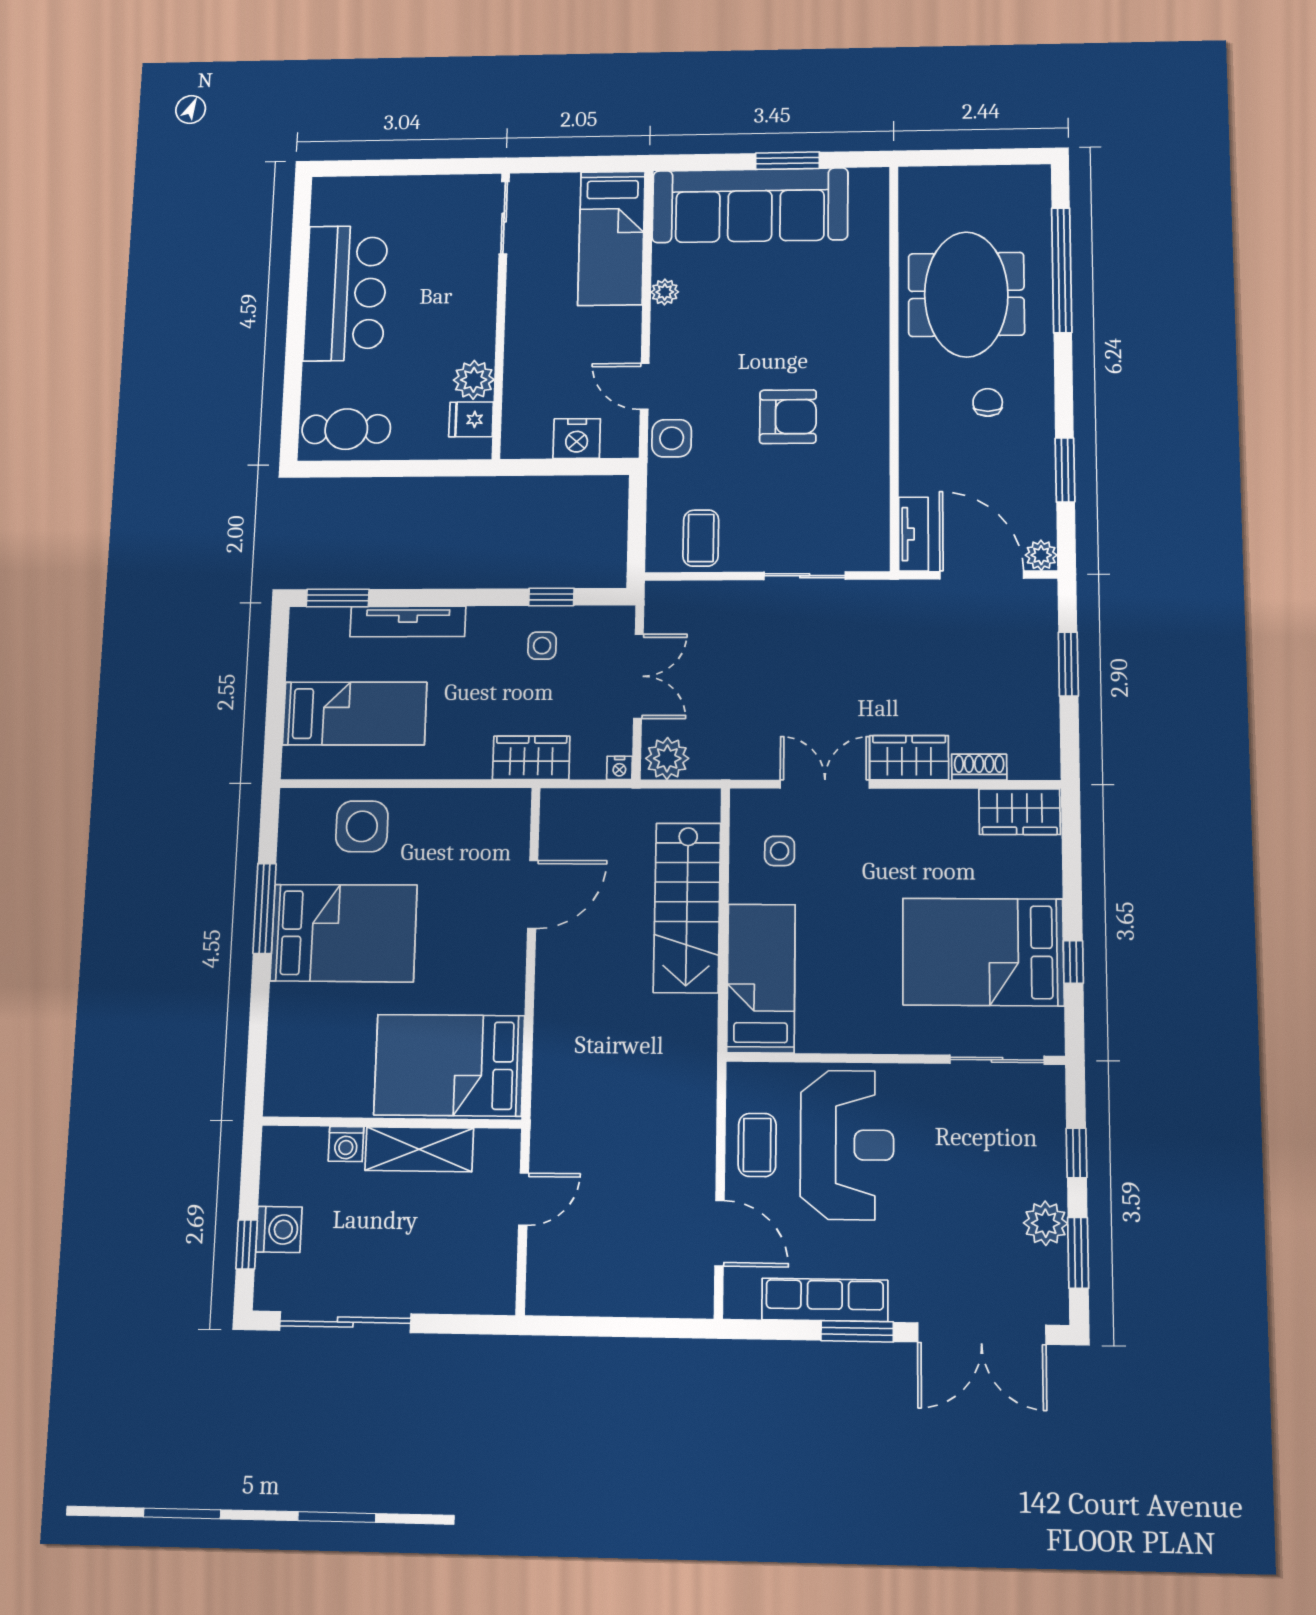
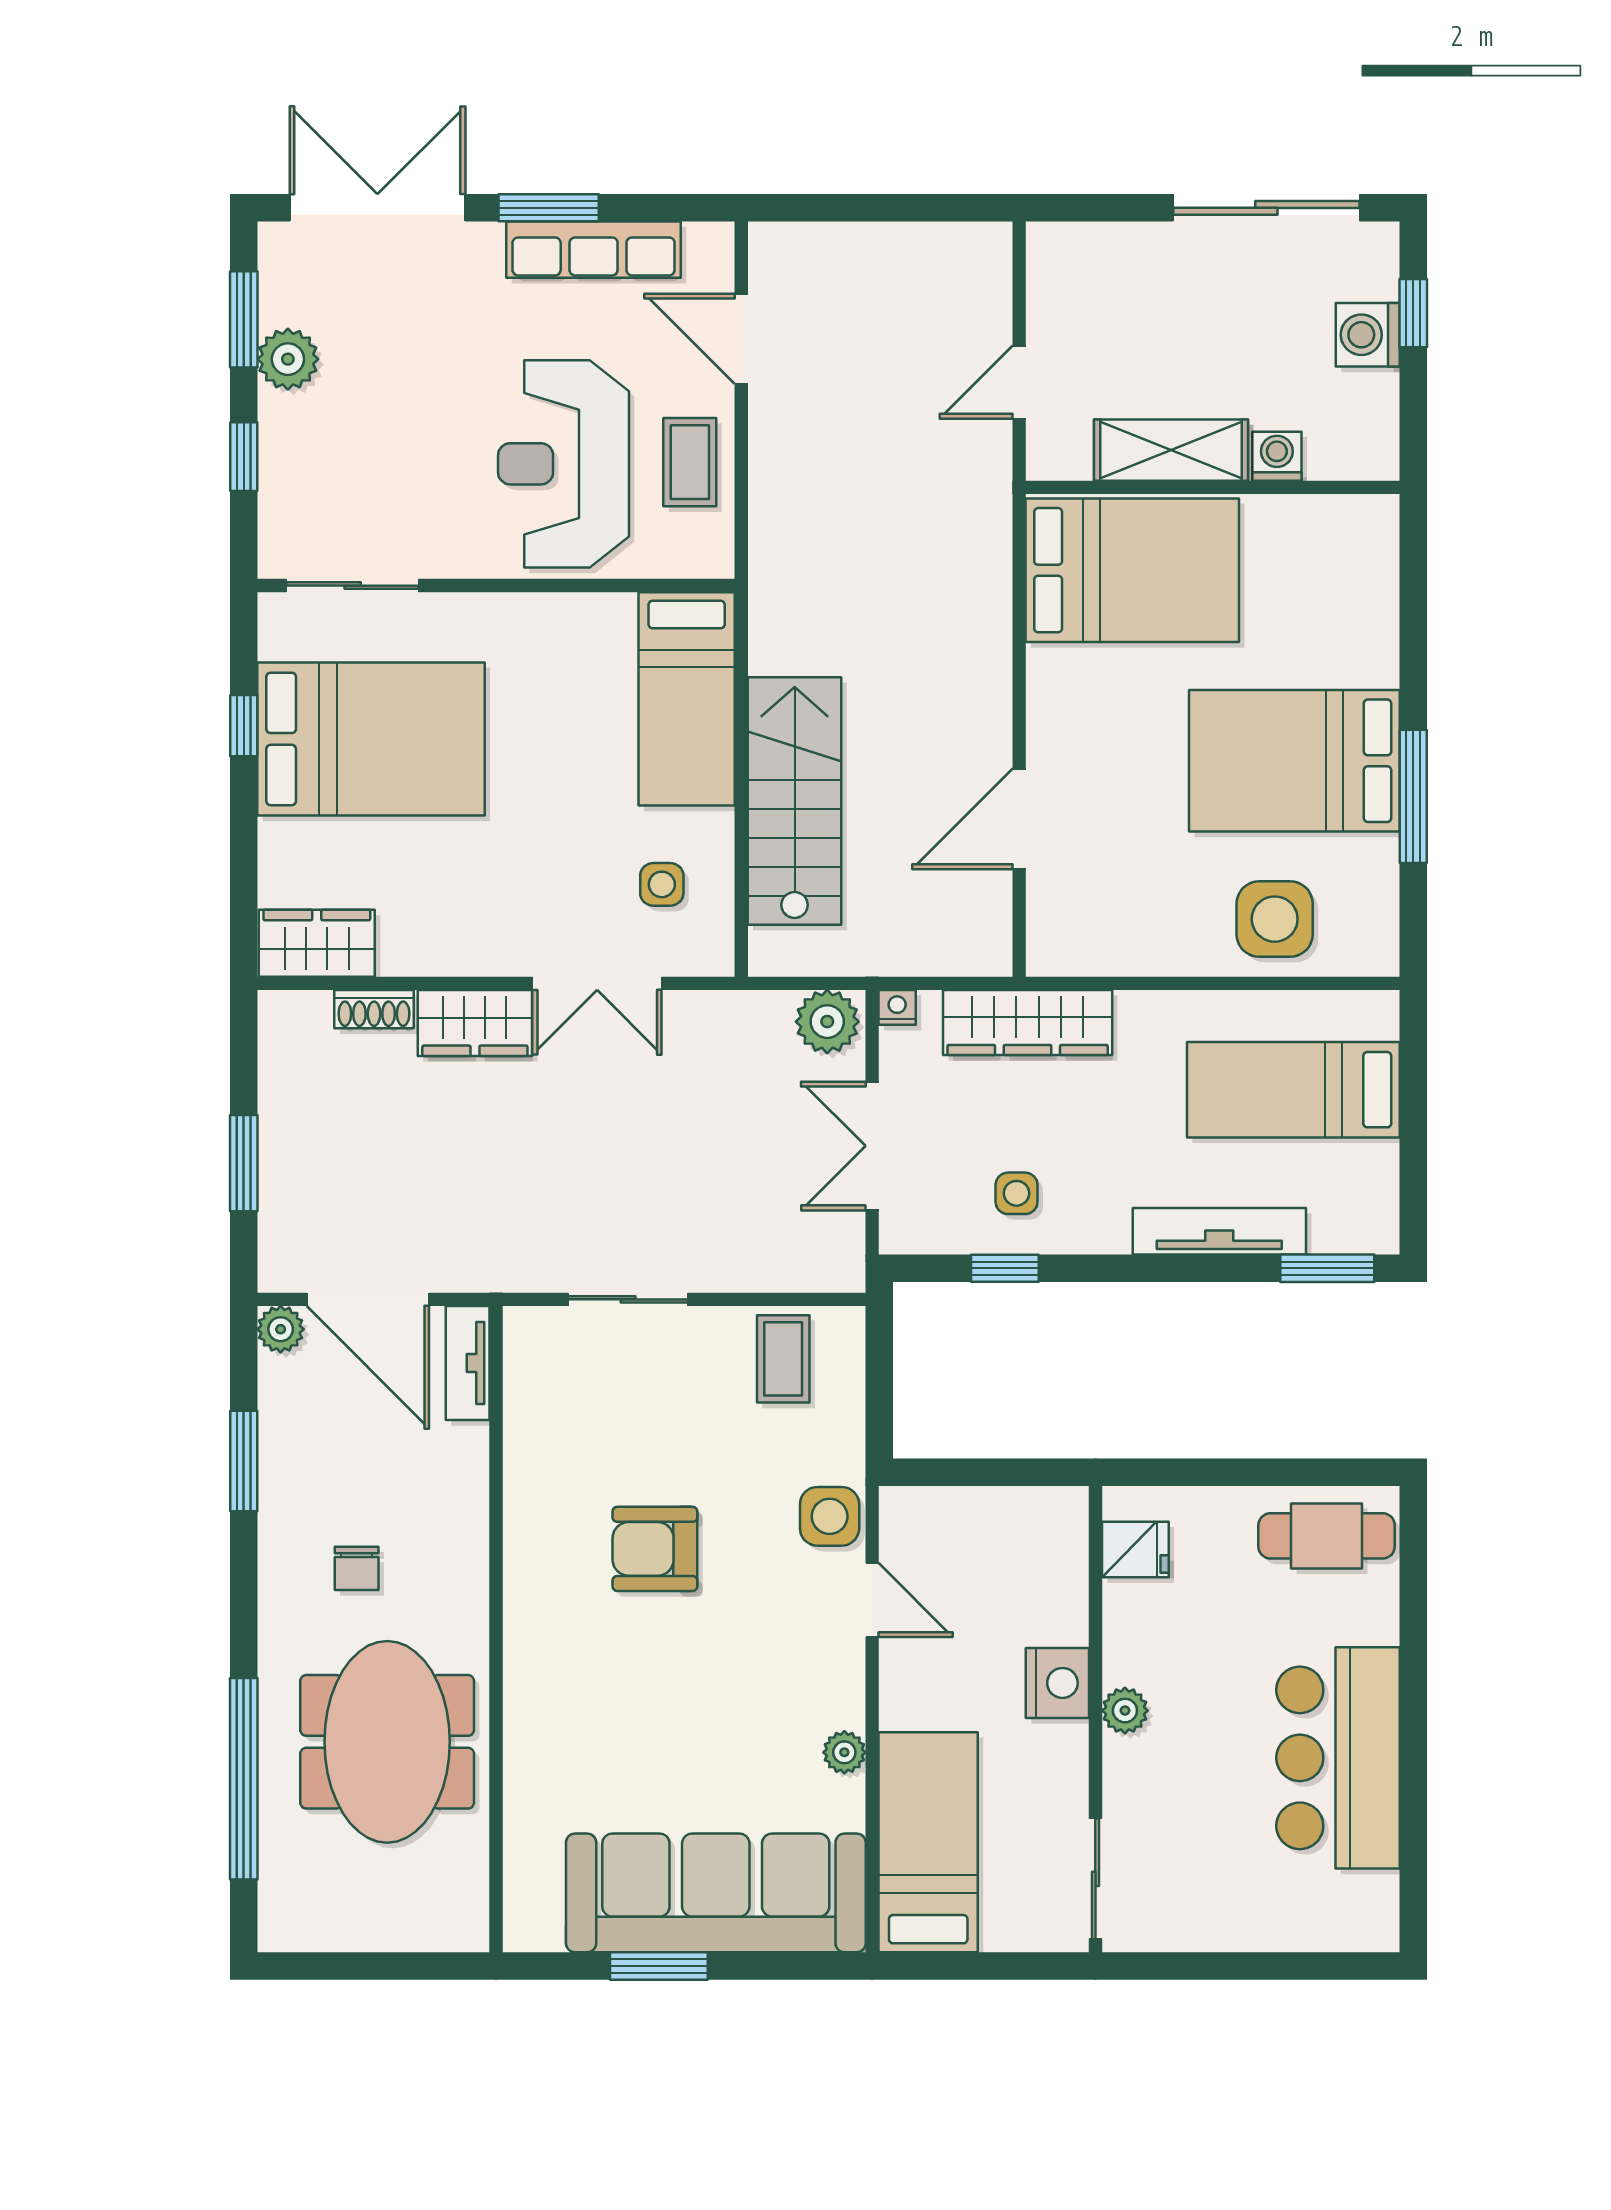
plant: (474, 380) -> (1125, 1711), moved, width x0.73, depth x0.73
nightstand: (577, 439) -> (1057, 1683), moved, turned 90
wardrobe: (531, 758) -> (1028, 1023), width x1.50

